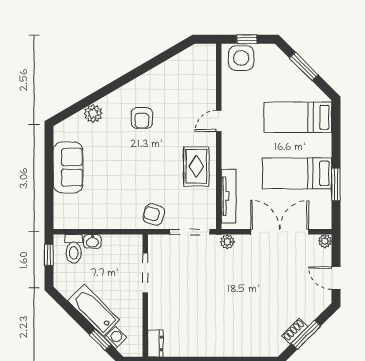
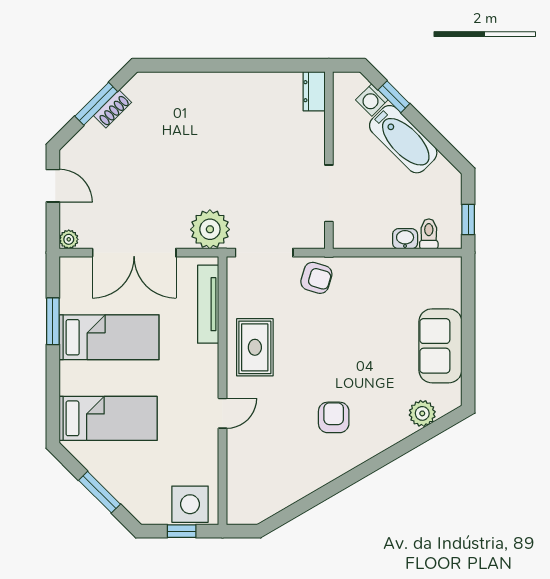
plant: (93, 113) -> (422, 413), moved
plant: (227, 242) -> (210, 229), width x1.87, depth x1.87
toilet: (74, 249) -> (429, 234), width x0.73, depth x0.72

